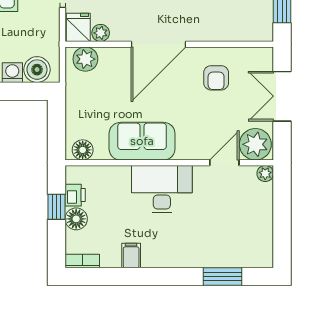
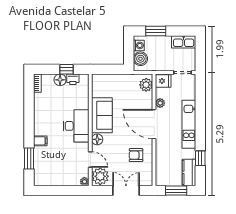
plant: (101, 33) -> (160, 103), moved
floor lamp: (83, 150) -> (97, 139), moved
filing cabinet: (131, 256) -> (40, 141), moved

